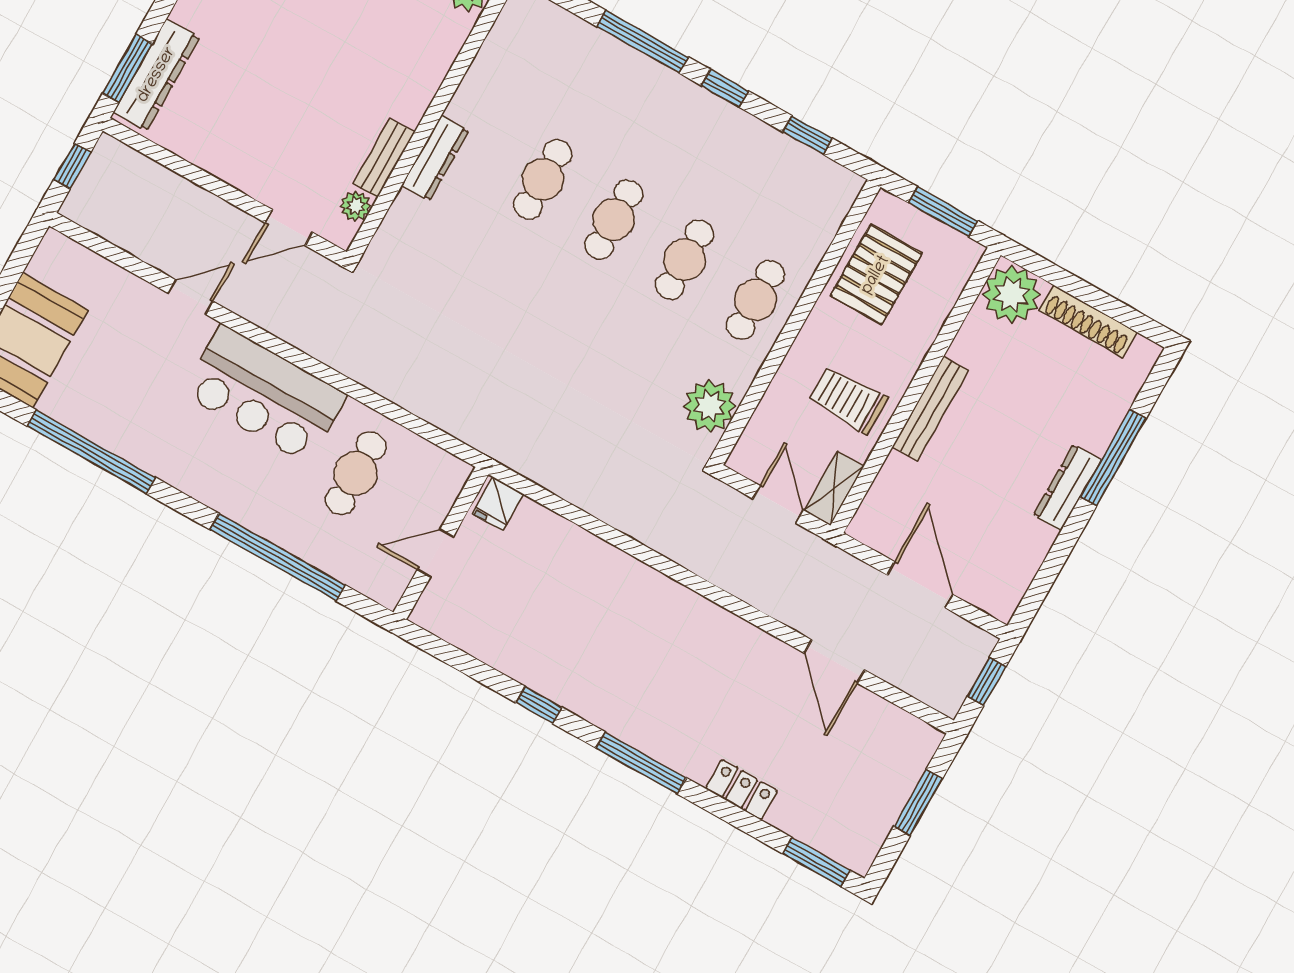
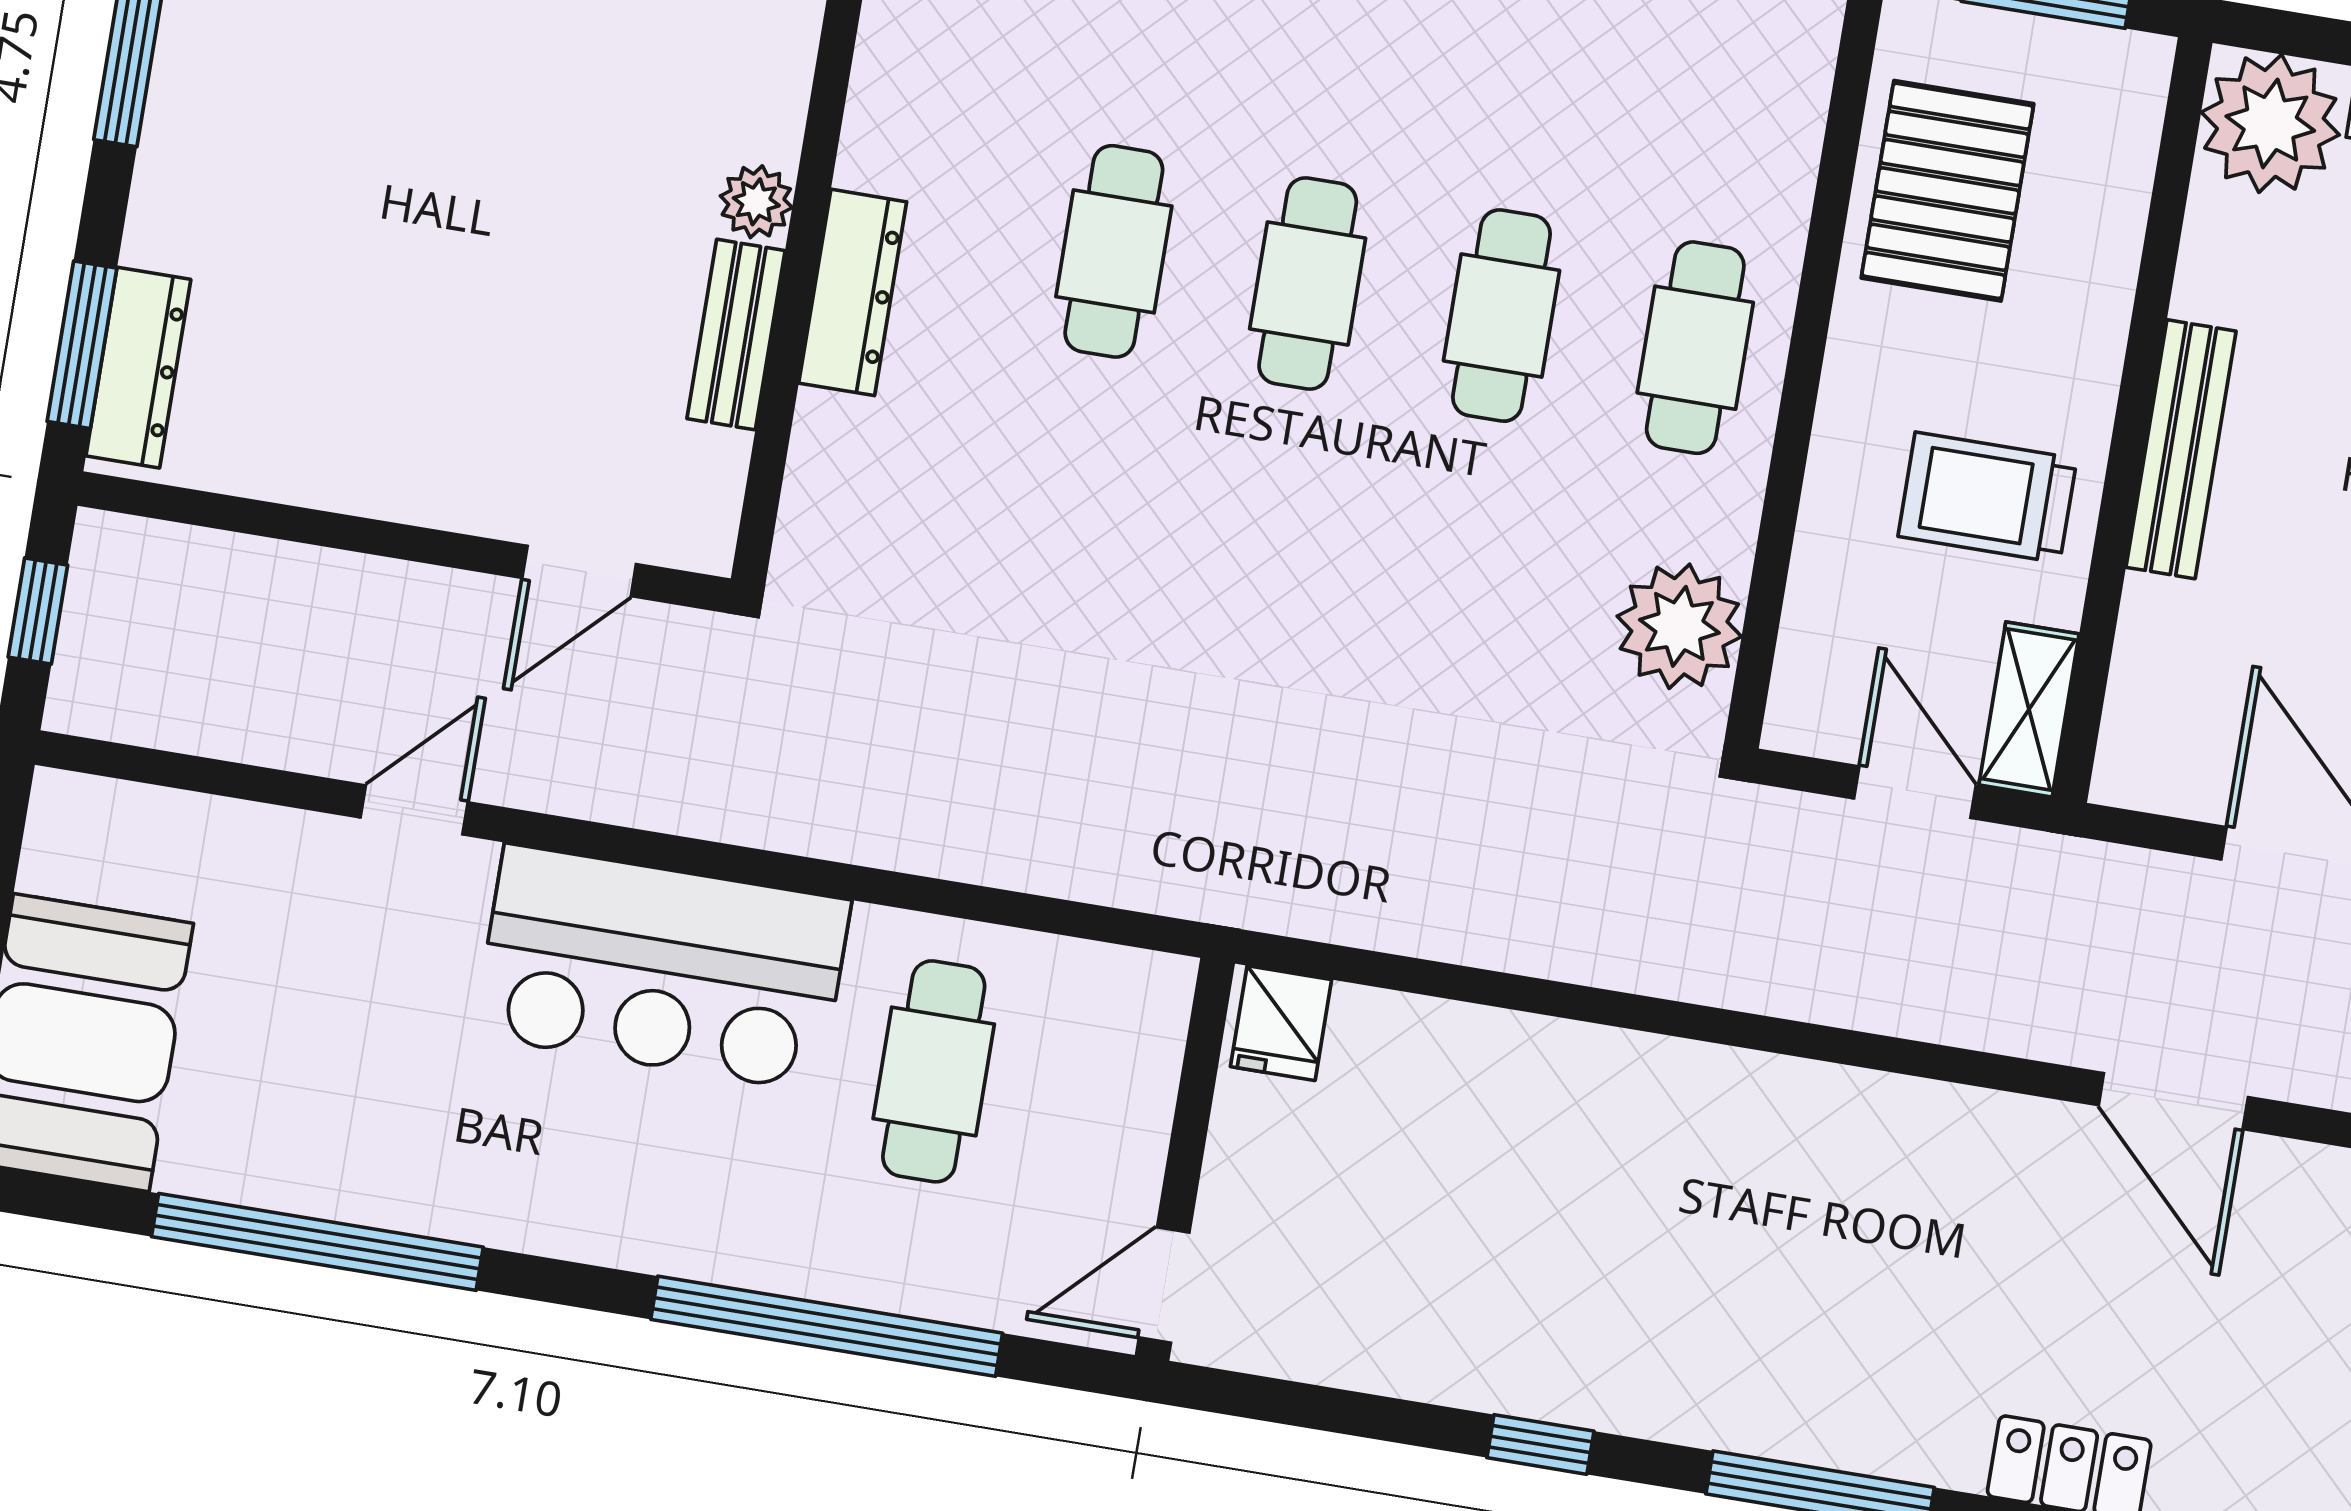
dresser: (157, 75) -> (138, 368), width x0.73, depth x0.80
plant: (356, 206) -> (756, 202), moved
door: (435, 553) -> (1164, 1285), moved

